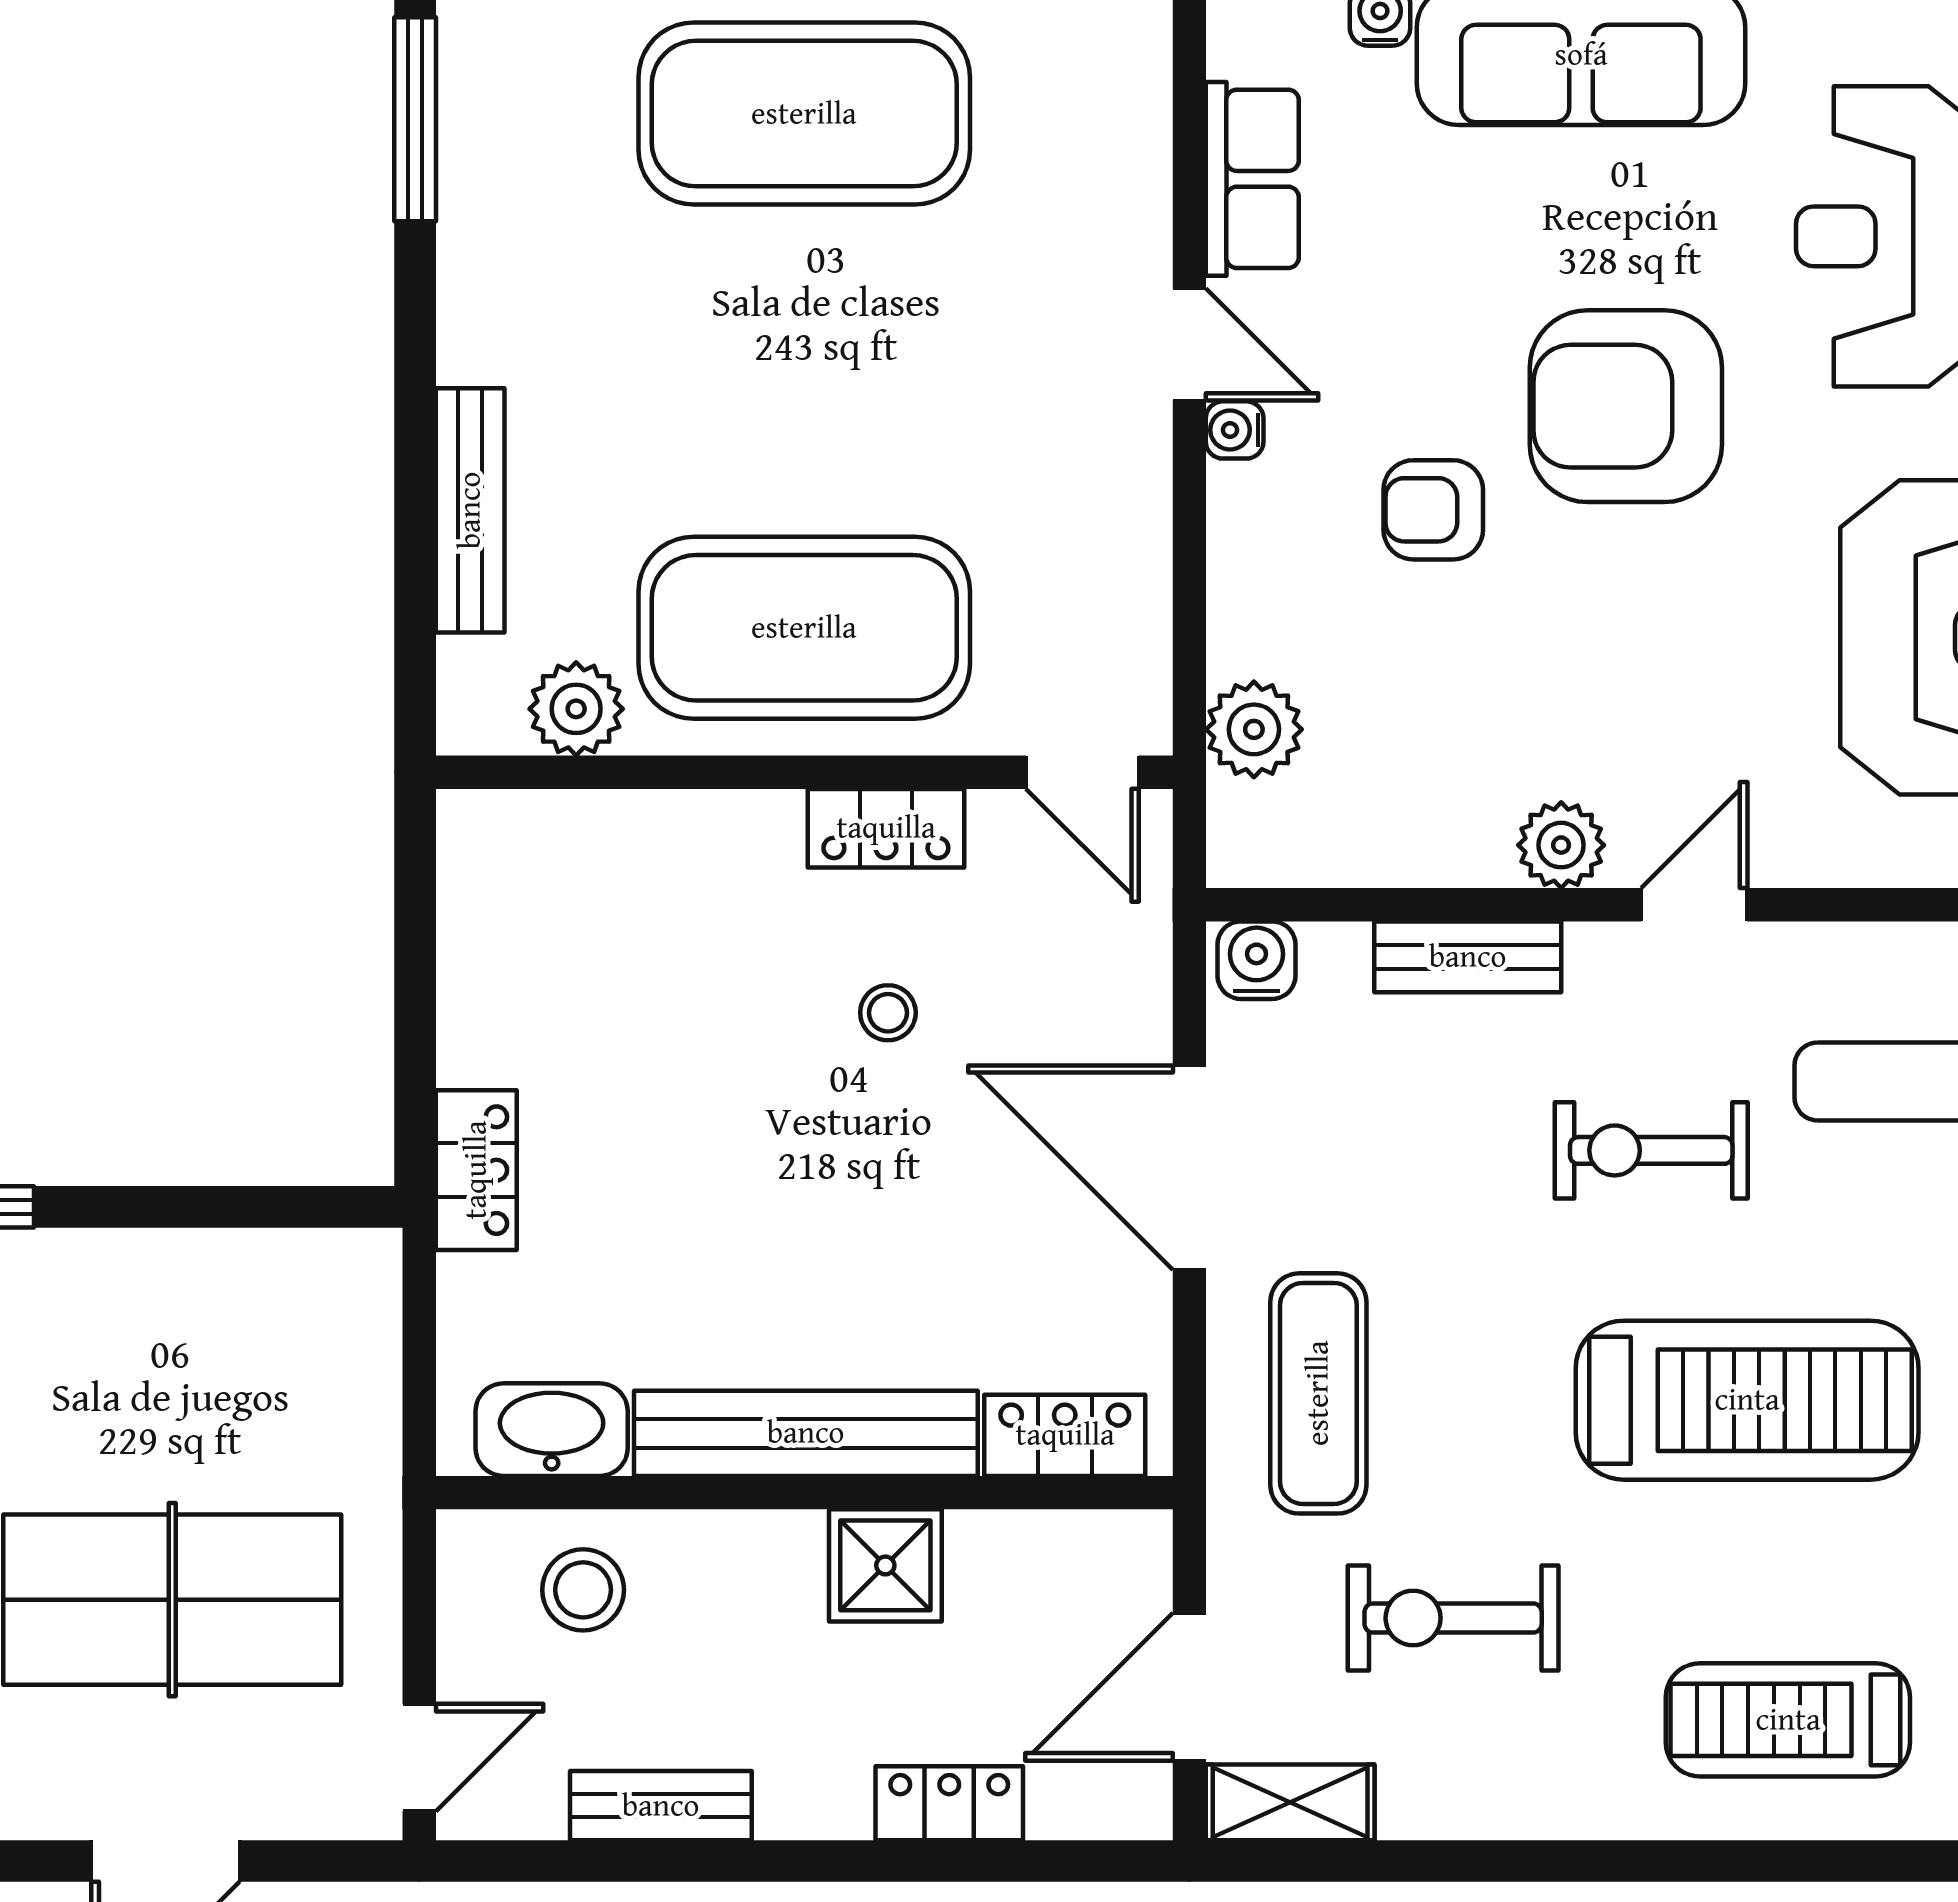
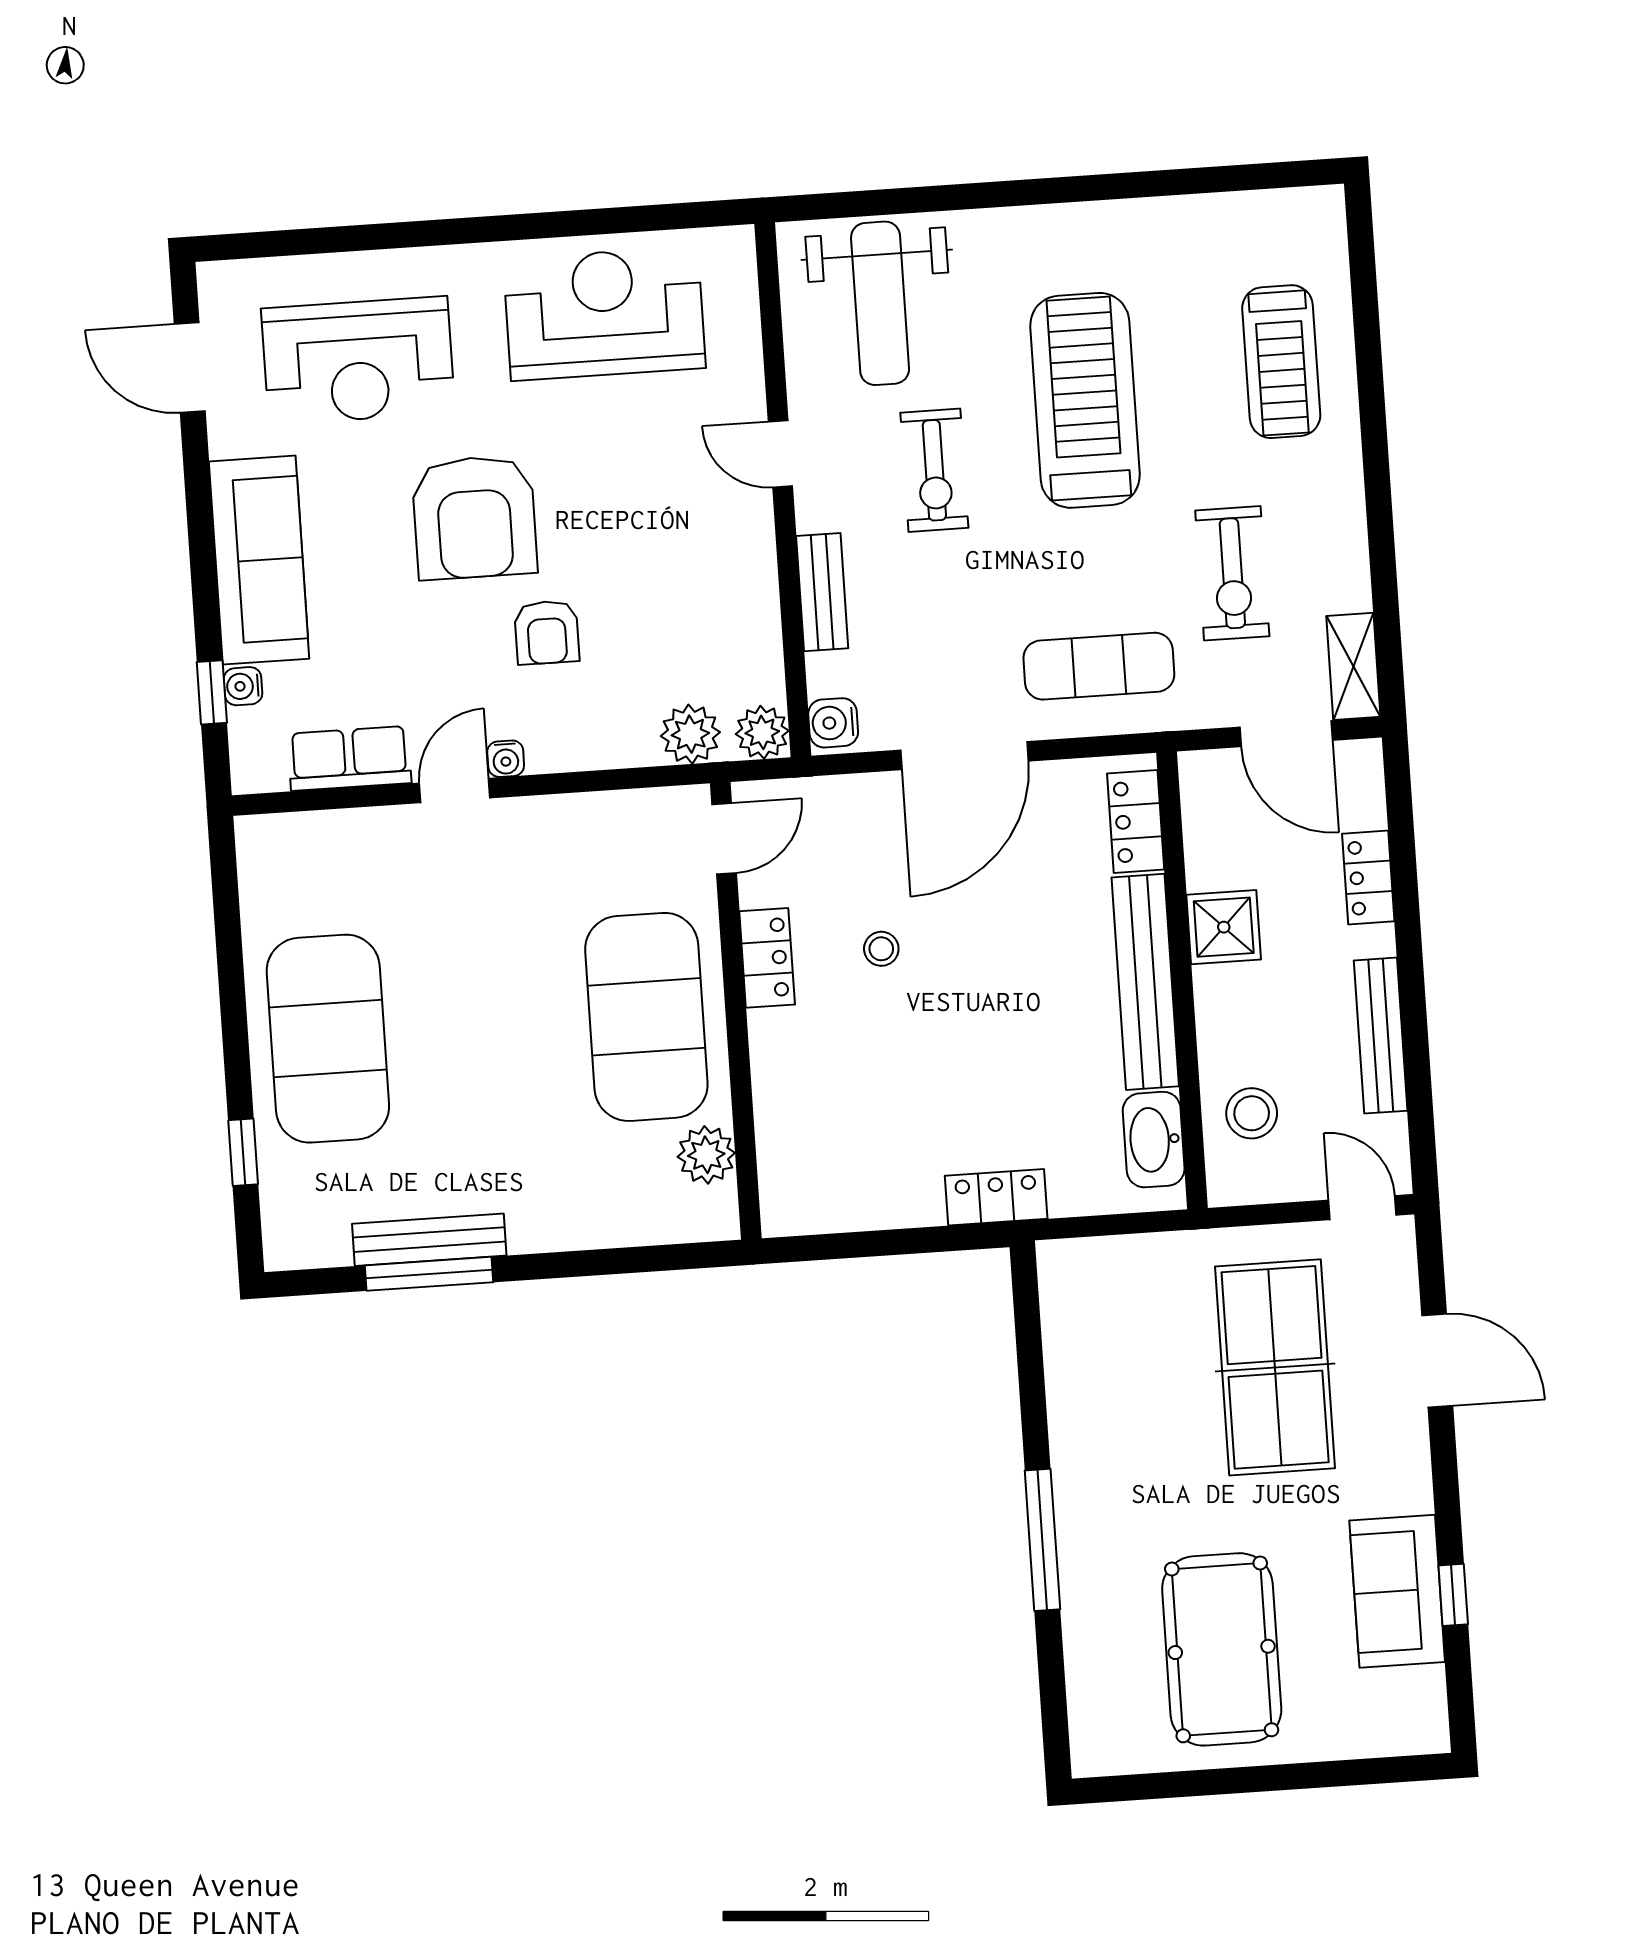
window: (415, 119) -> (429, 1274), moved
bench: (470, 510) -> (429, 1240), moved
plant: (1561, 845) -> (762, 732), moved
bench: (661, 1806) -> (1381, 1036), width x1.36

